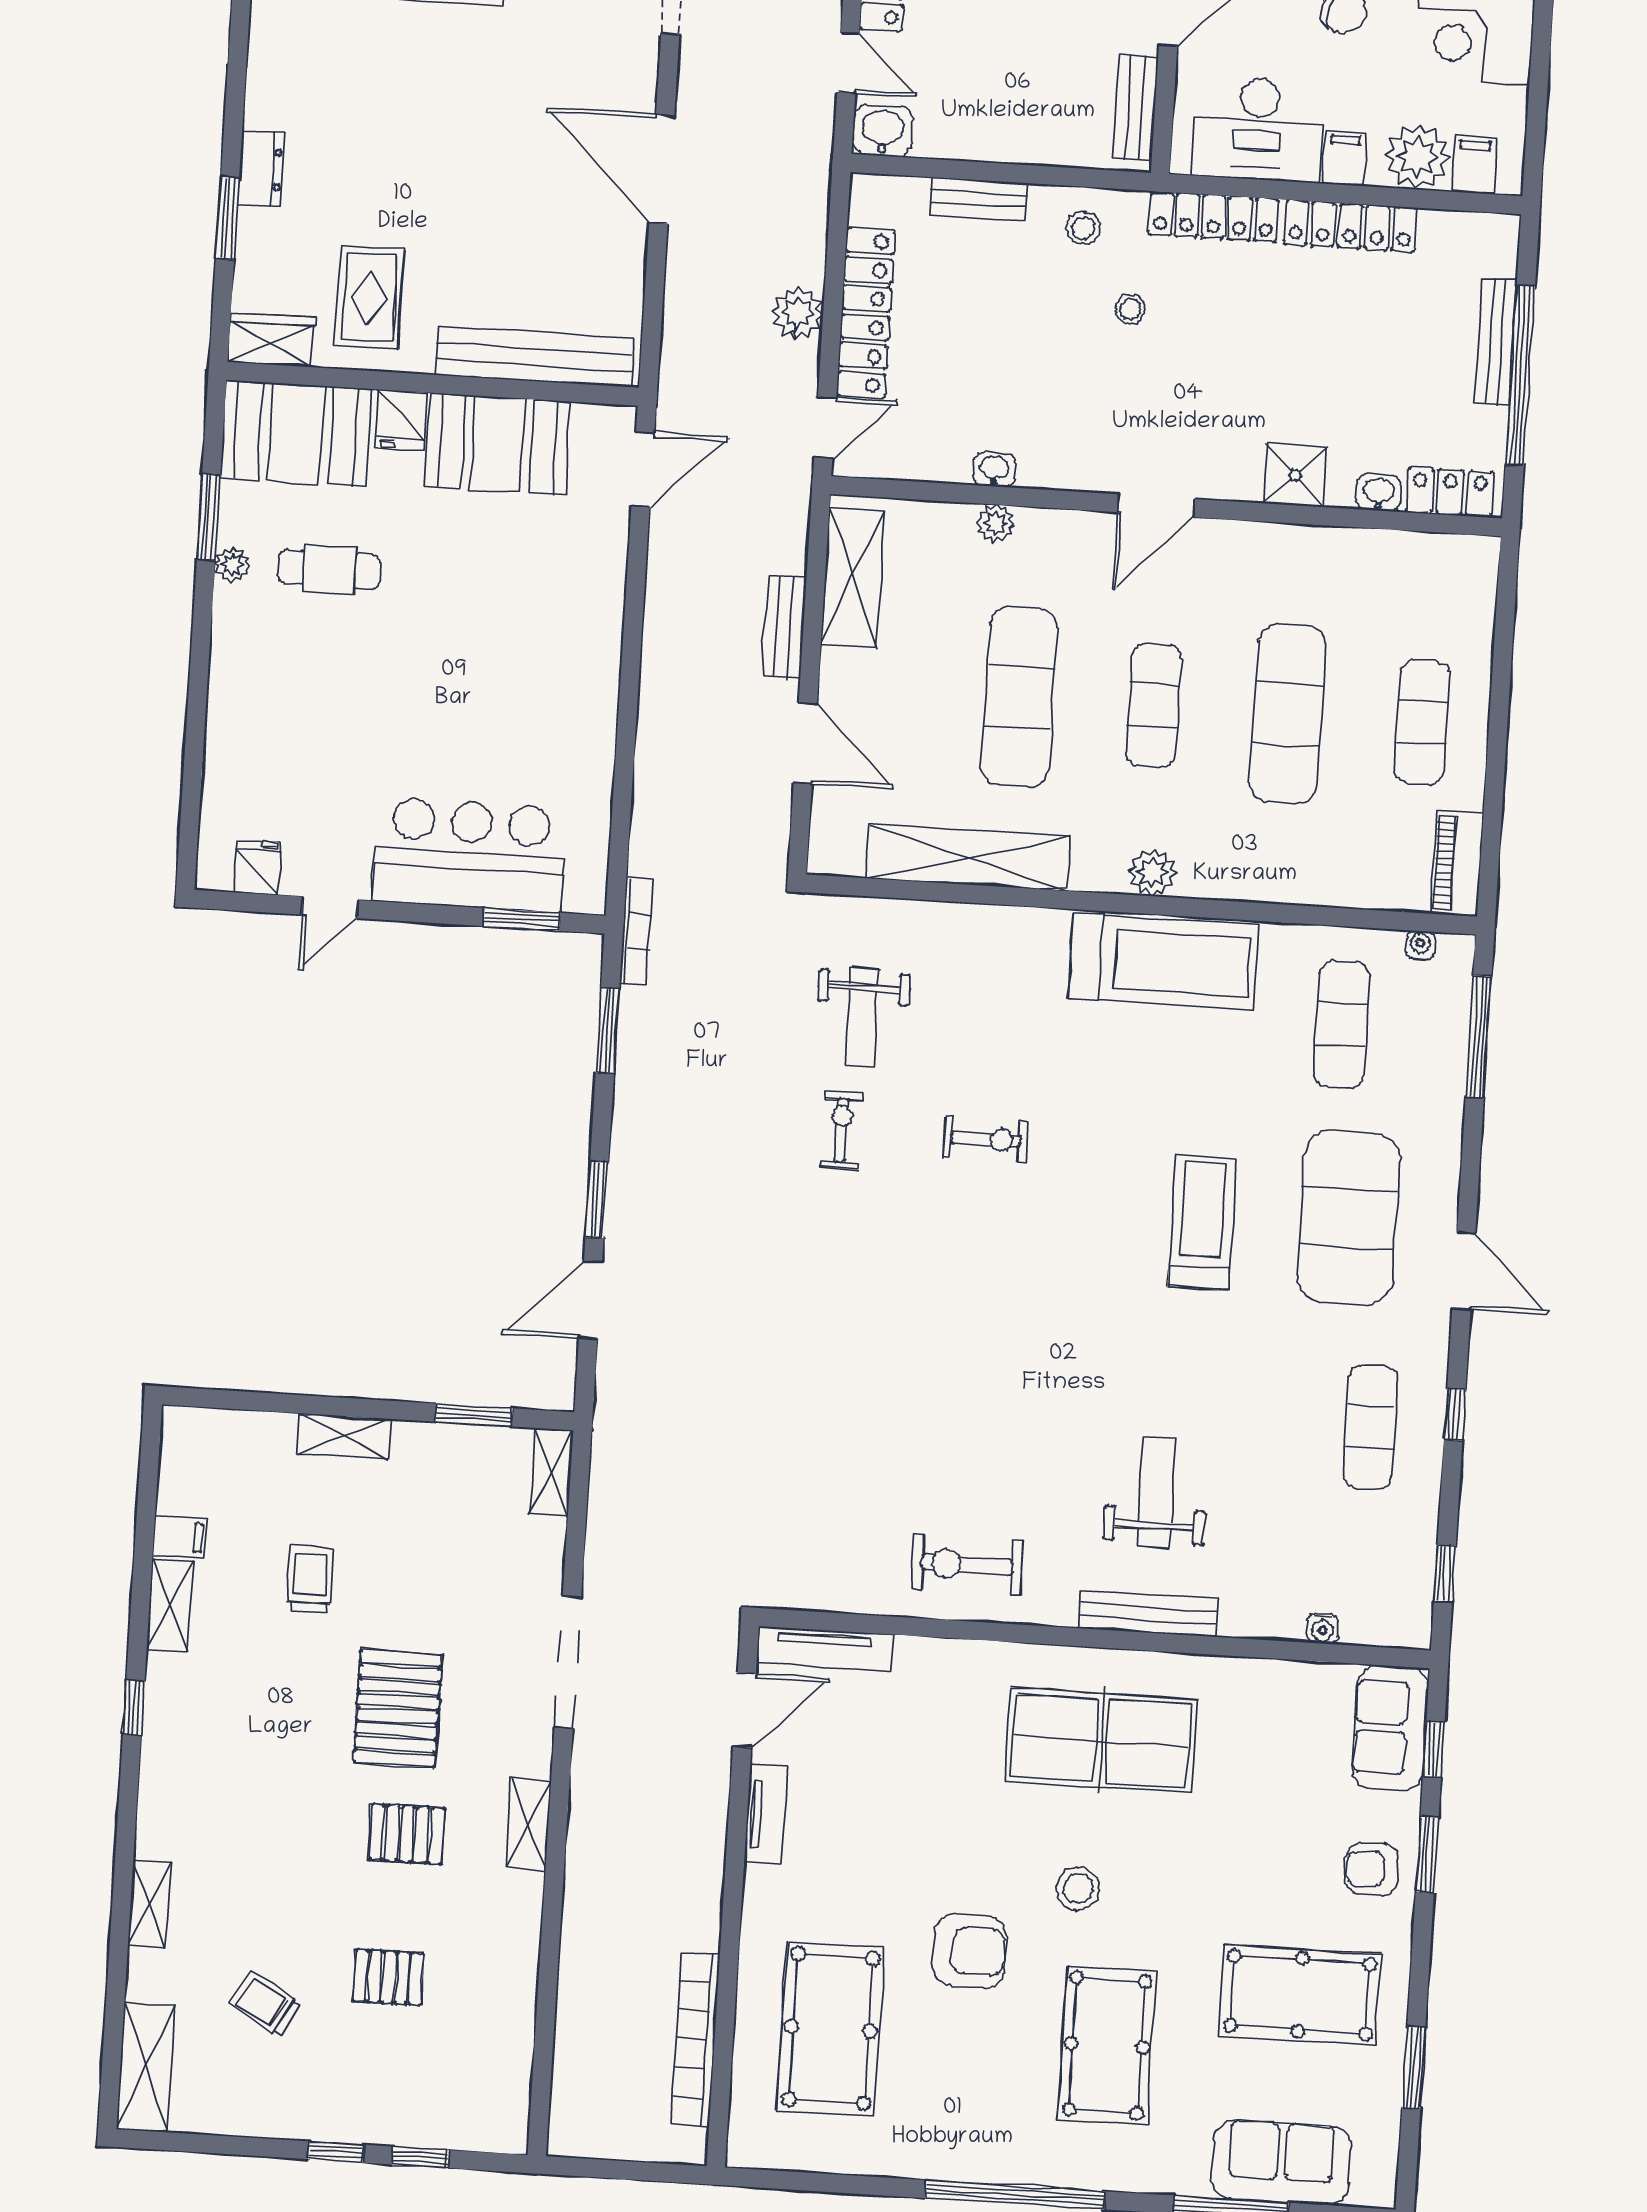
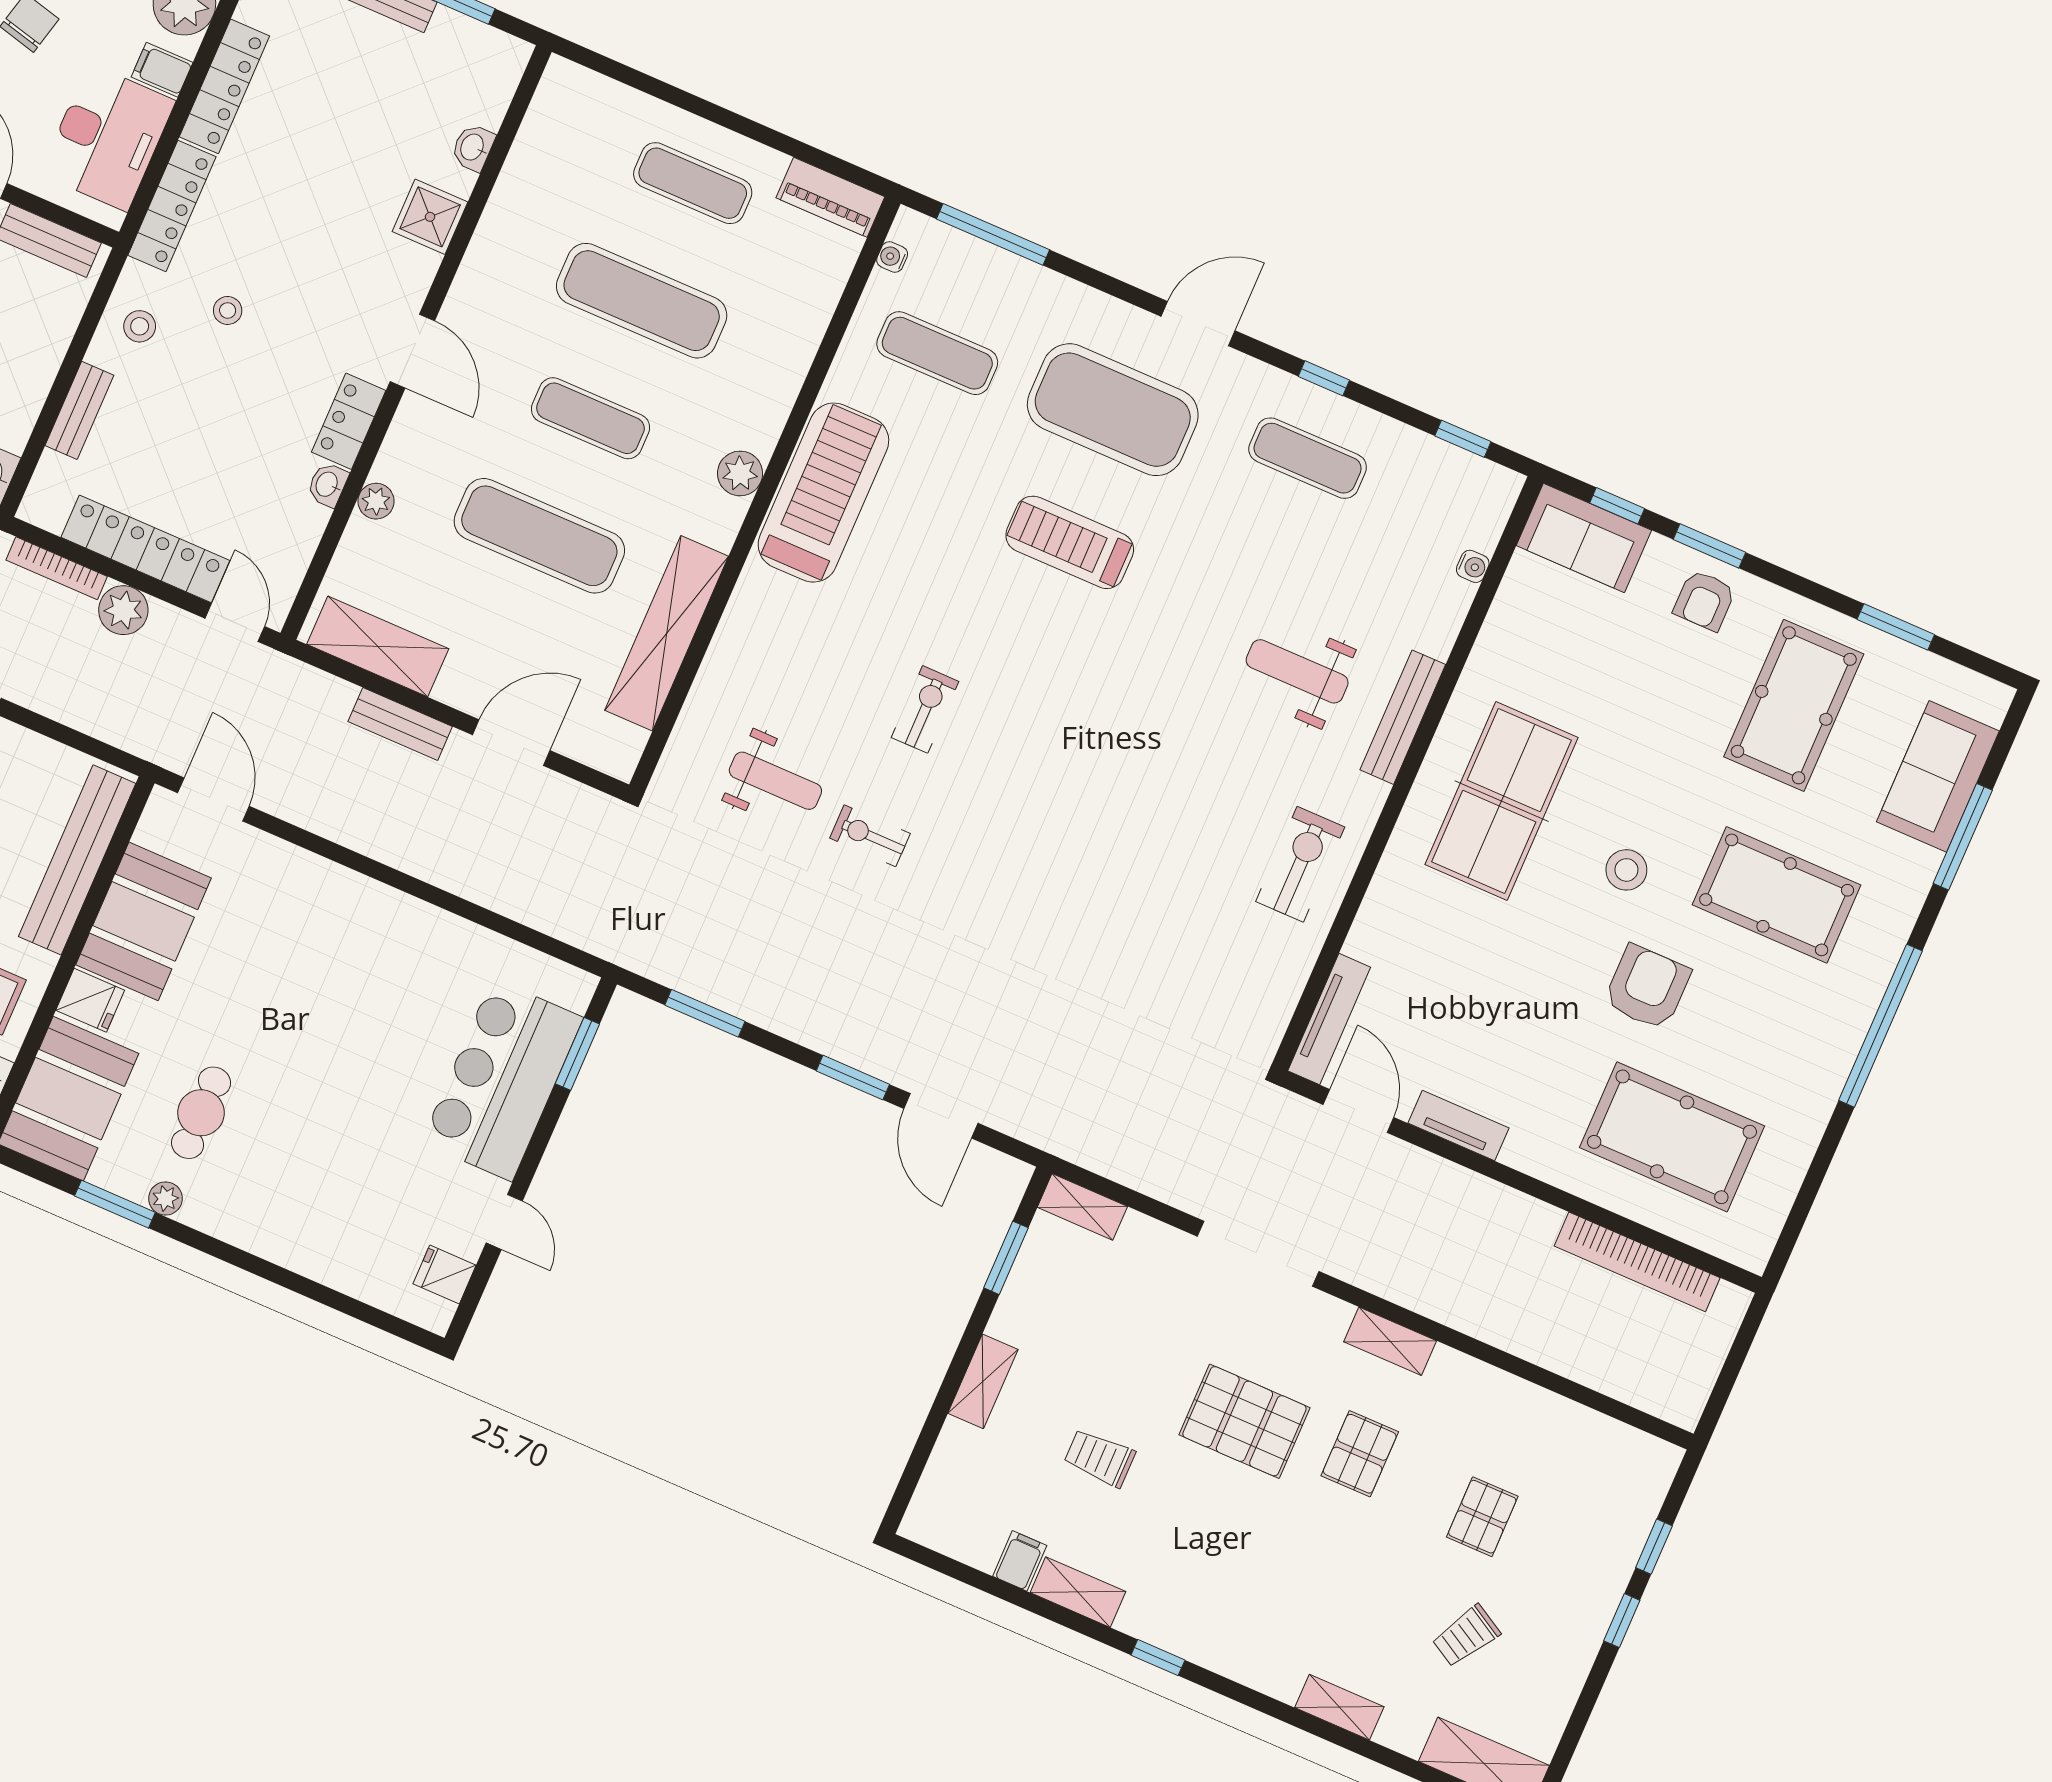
locker: (1450, 492) -> (349, 421), moved
bookcase: (636, 931) -> (57, 568), moved, turned 180
exercise bike: (967, 1565) -> (1300, 864), turned 180

